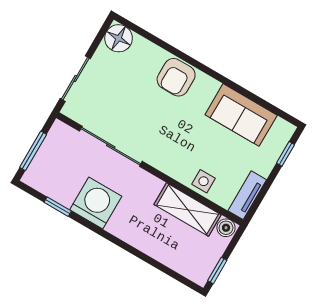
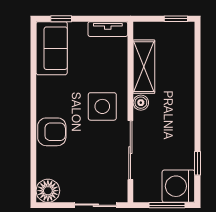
sofa: (241, 115) -> (52, 48), moved
side table: (204, 181) -> (102, 106), moved, width x1.87, depth x1.87
washing machine: (96, 203) -> (178, 186), moved
boiler: (226, 228) -> (141, 103), moved

